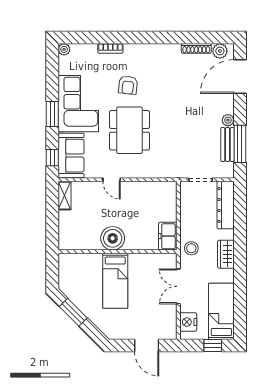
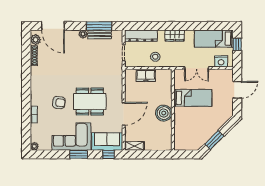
door: (112, 180) -> (124, 114), width x1.88
freezer: (168, 236) -> (146, 75), moved
stool: (191, 248) -> (155, 57), moved
bed: (115, 281) -> (193, 98), moved

